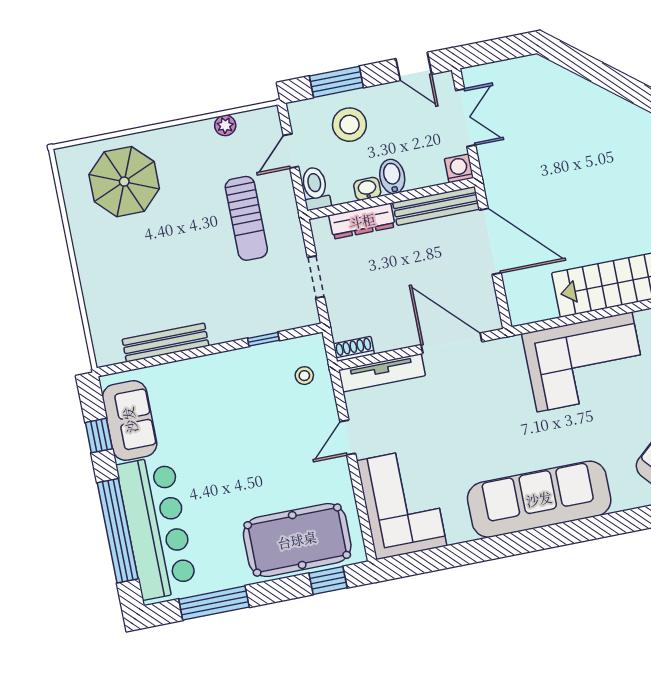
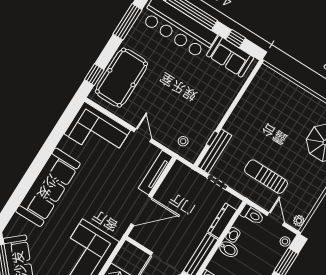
plant: (225, 125) -> (299, 221), moved
stool: (349, 125) -> (285, 241), moved, width x0.53, depth x0.53
bench: (166, 343) -> (215, 151), moved
shoe rack: (354, 349) -> (175, 170), removed

